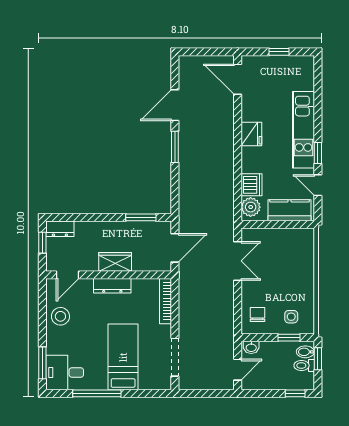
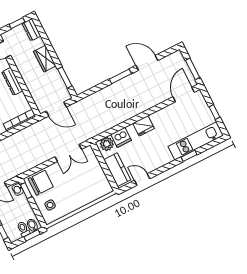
window: (211, 52) -> (193, 69), added
kitchen unit: (303, 130) -> (196, 141), moved
fridge: (251, 134) -> (144, 126), moved
window: (318, 153) -> (189, 156), moved
door: (318, 185) -> (142, 180), hinge flipped
wardrobe: (115, 262) -> (45, 59), moved, turned 180
chair: (257, 314) -> (41, 183), width x1.87, depth x1.87
window: (289, 338) -> (26, 191), moved

